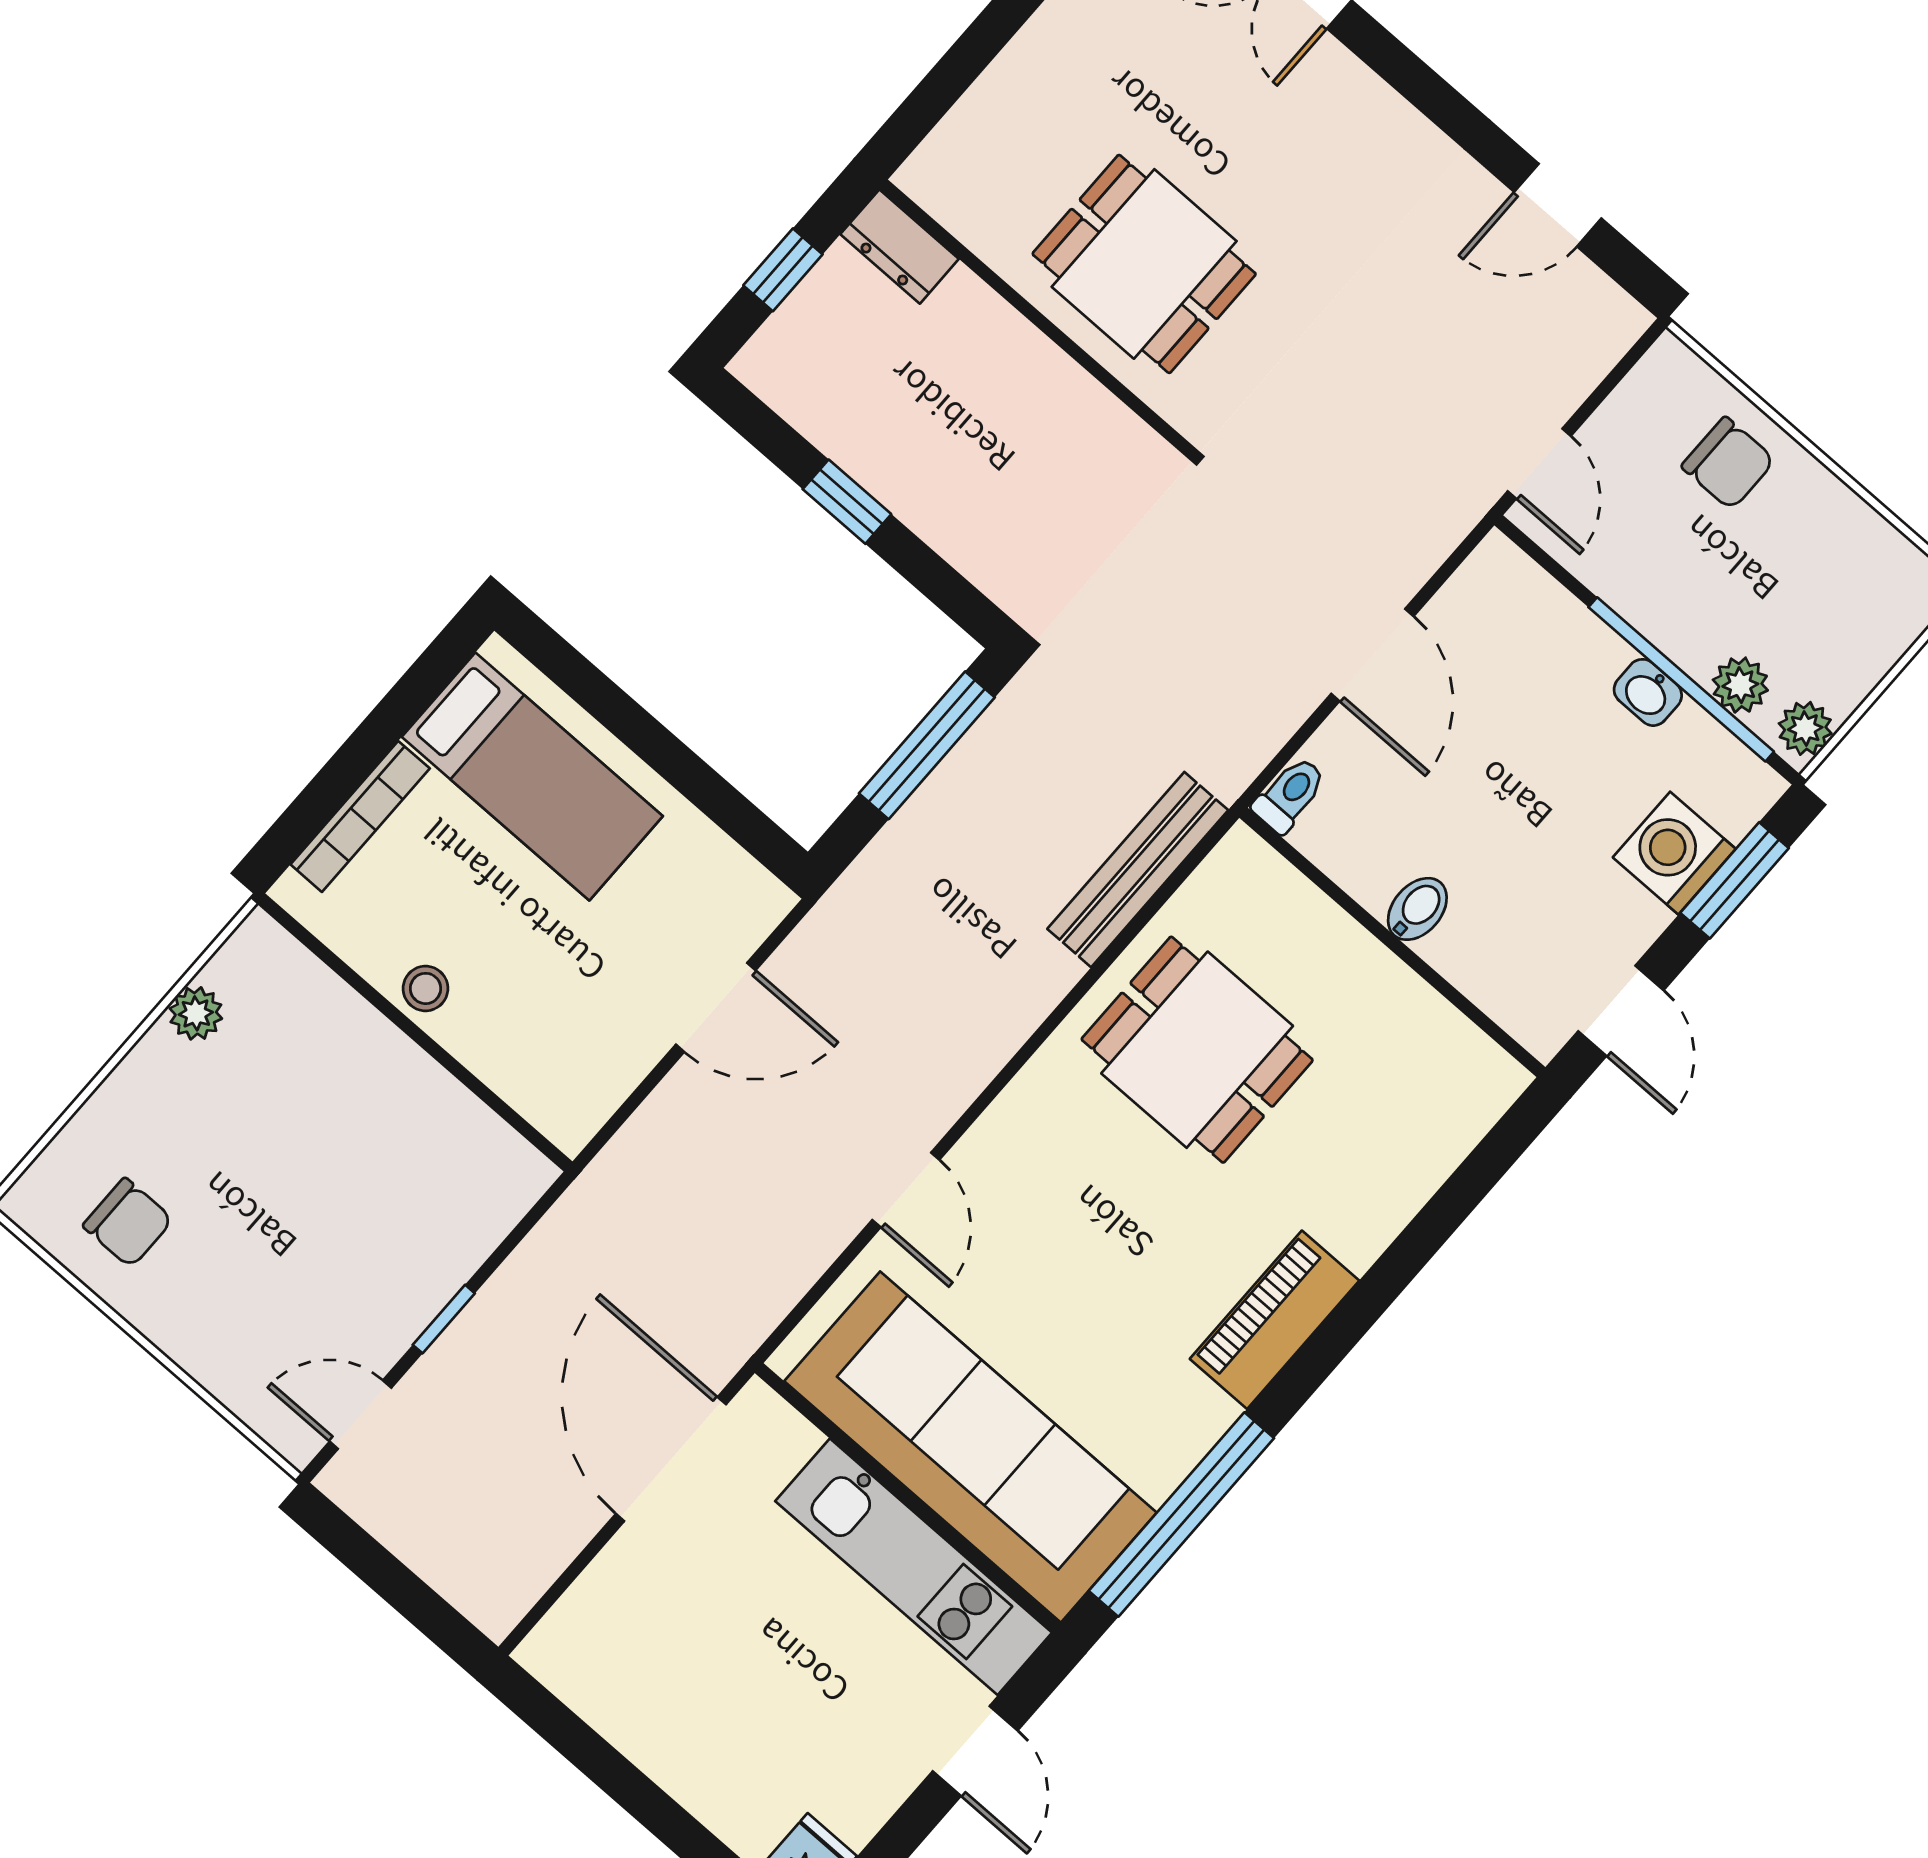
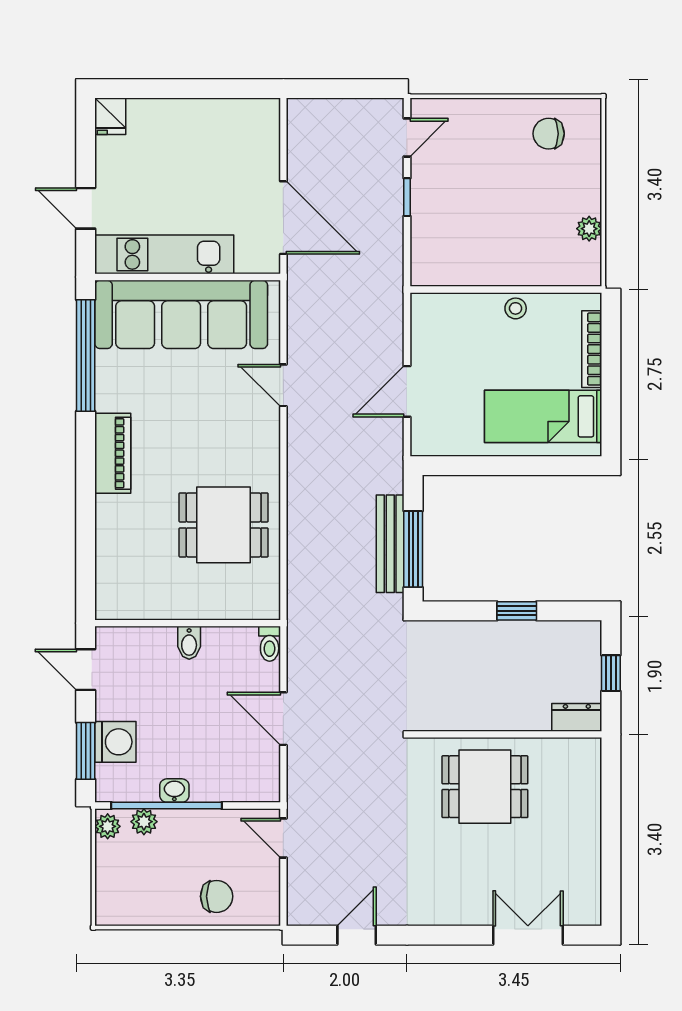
chair: (1728, 463) -> (217, 896), turned 180
bench: (1138, 870) -> (390, 544), moved

